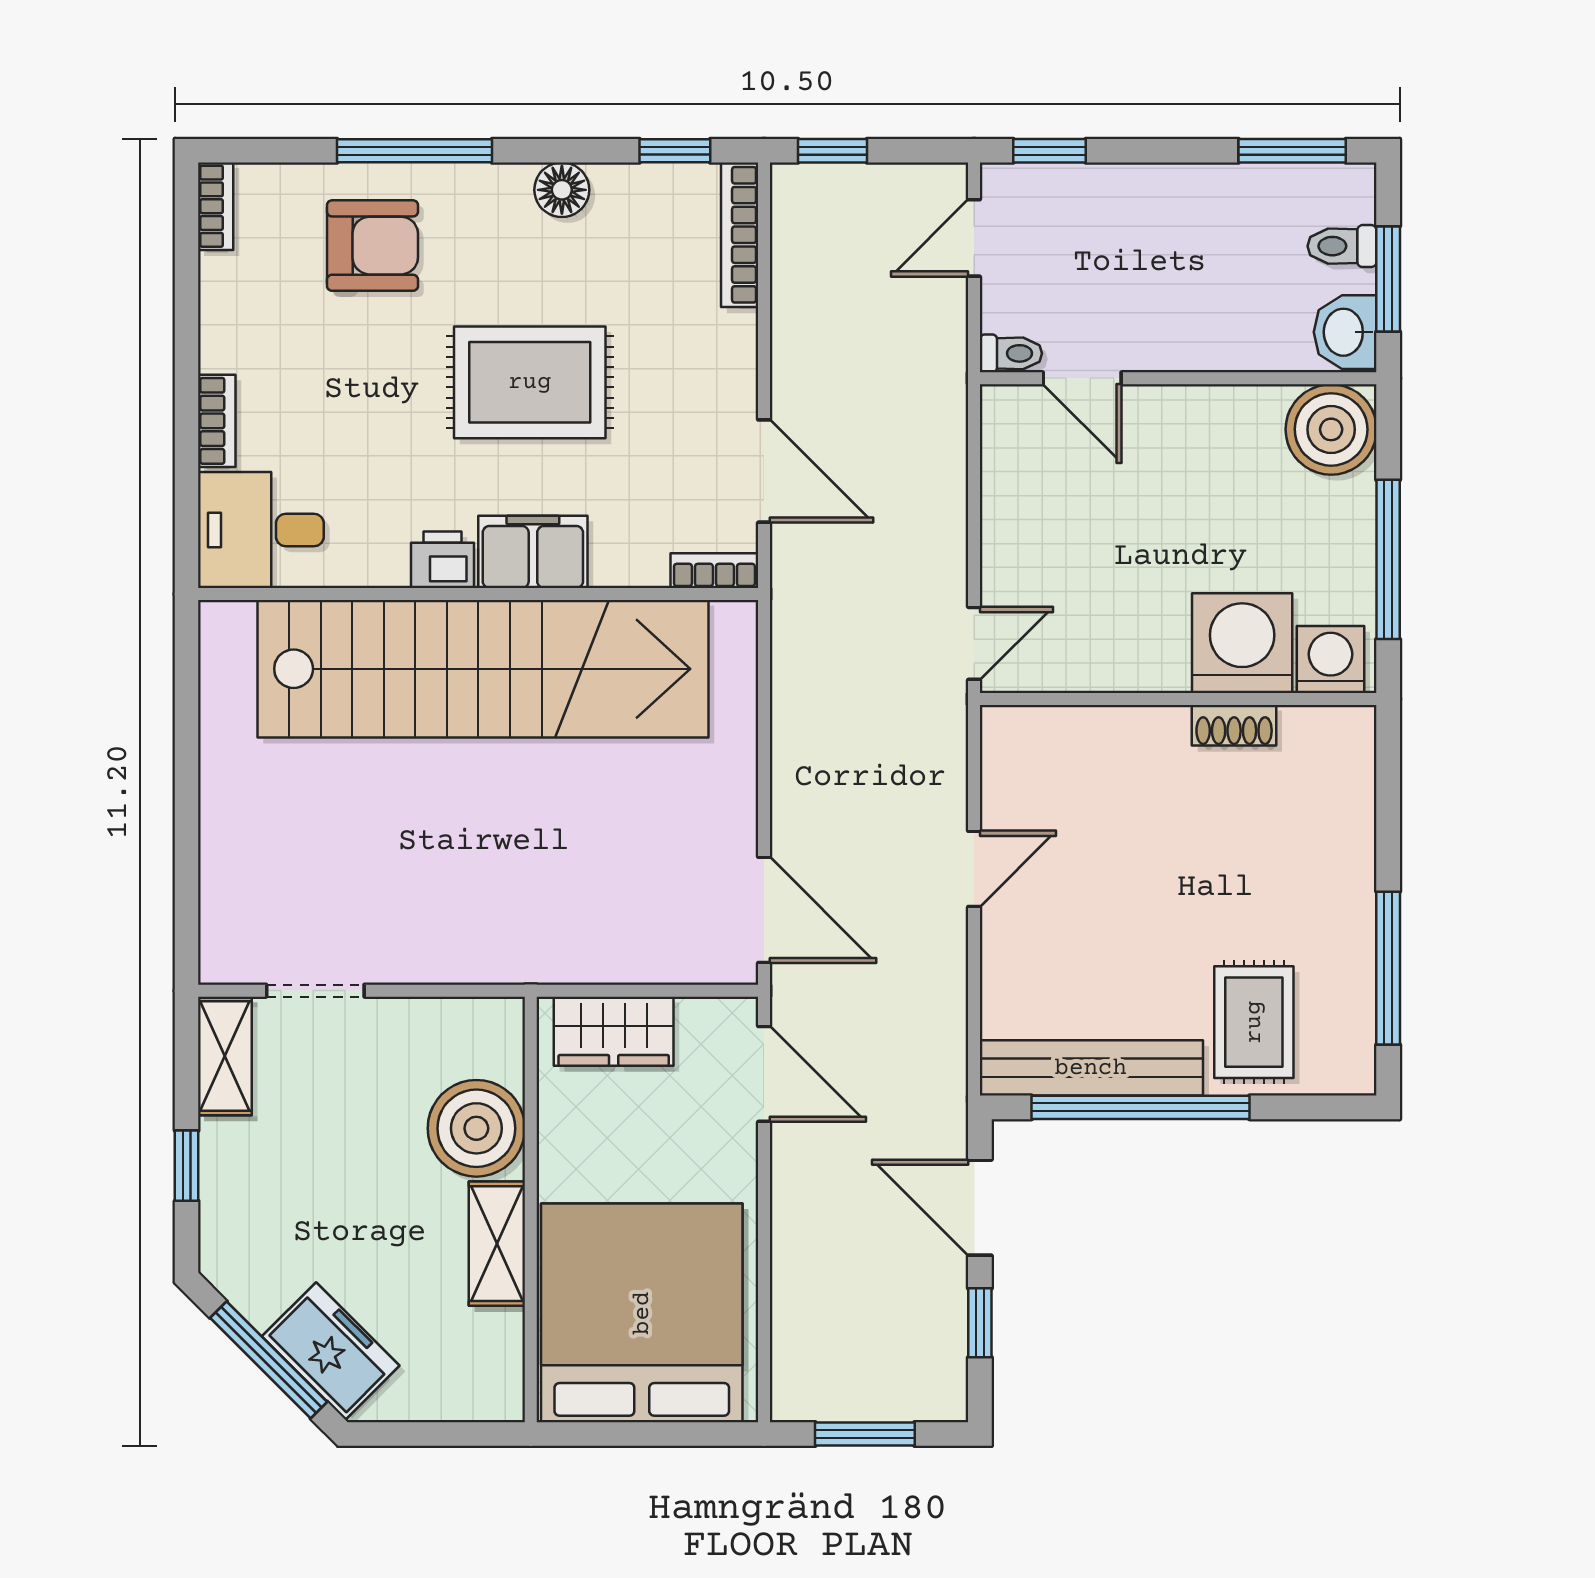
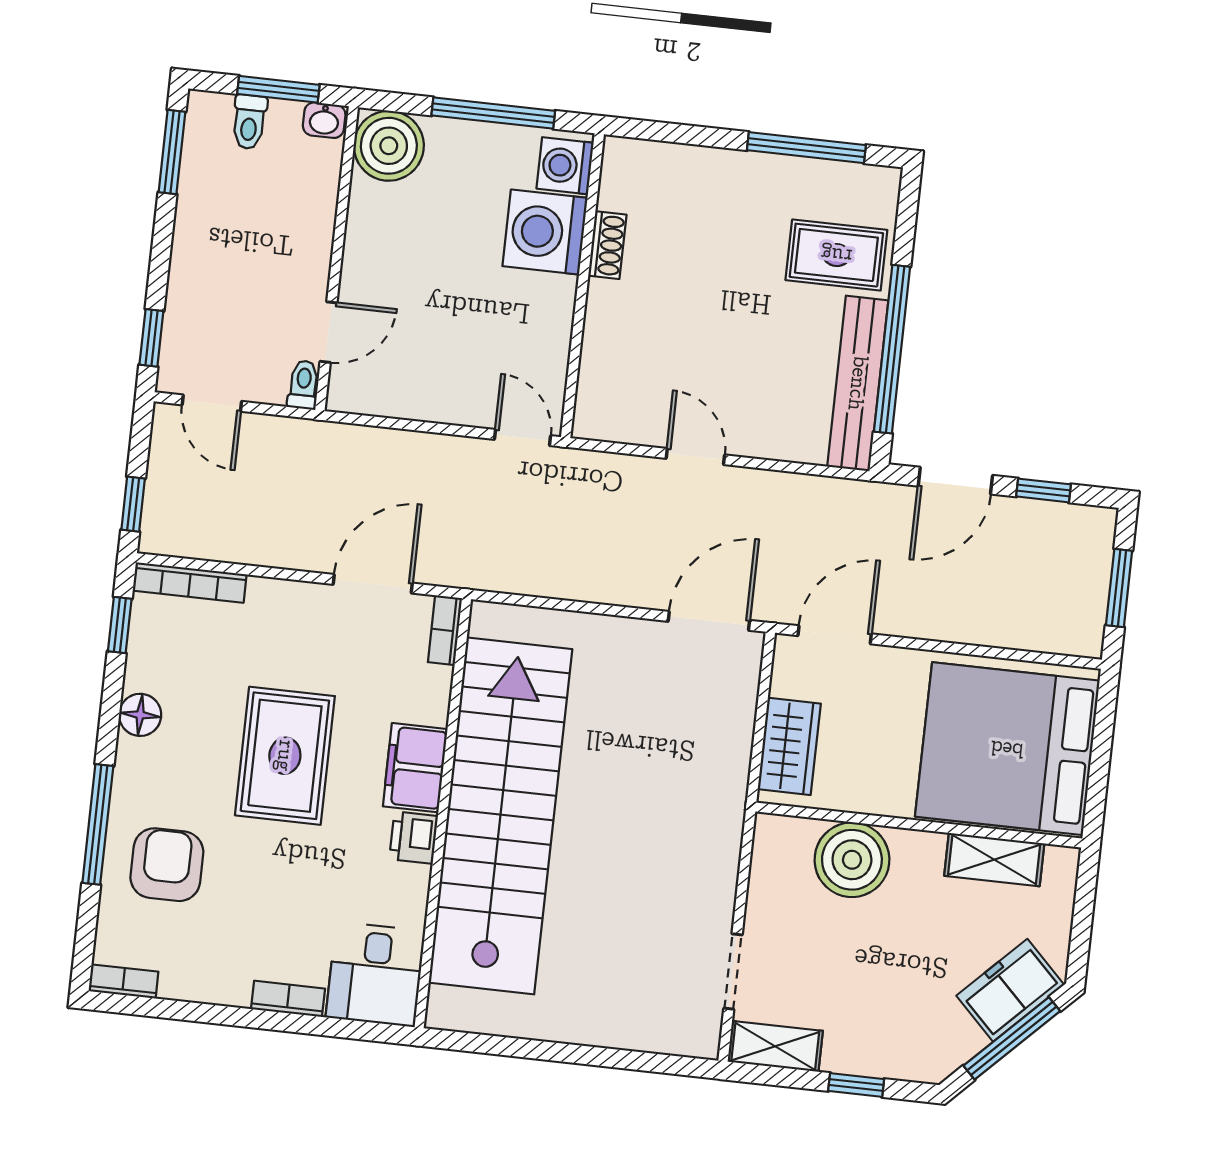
washbasin: (1345, 332) -> (324, 120), width x0.72, depth x0.69
shelving: (497, 1244) -> (994, 860), moved

